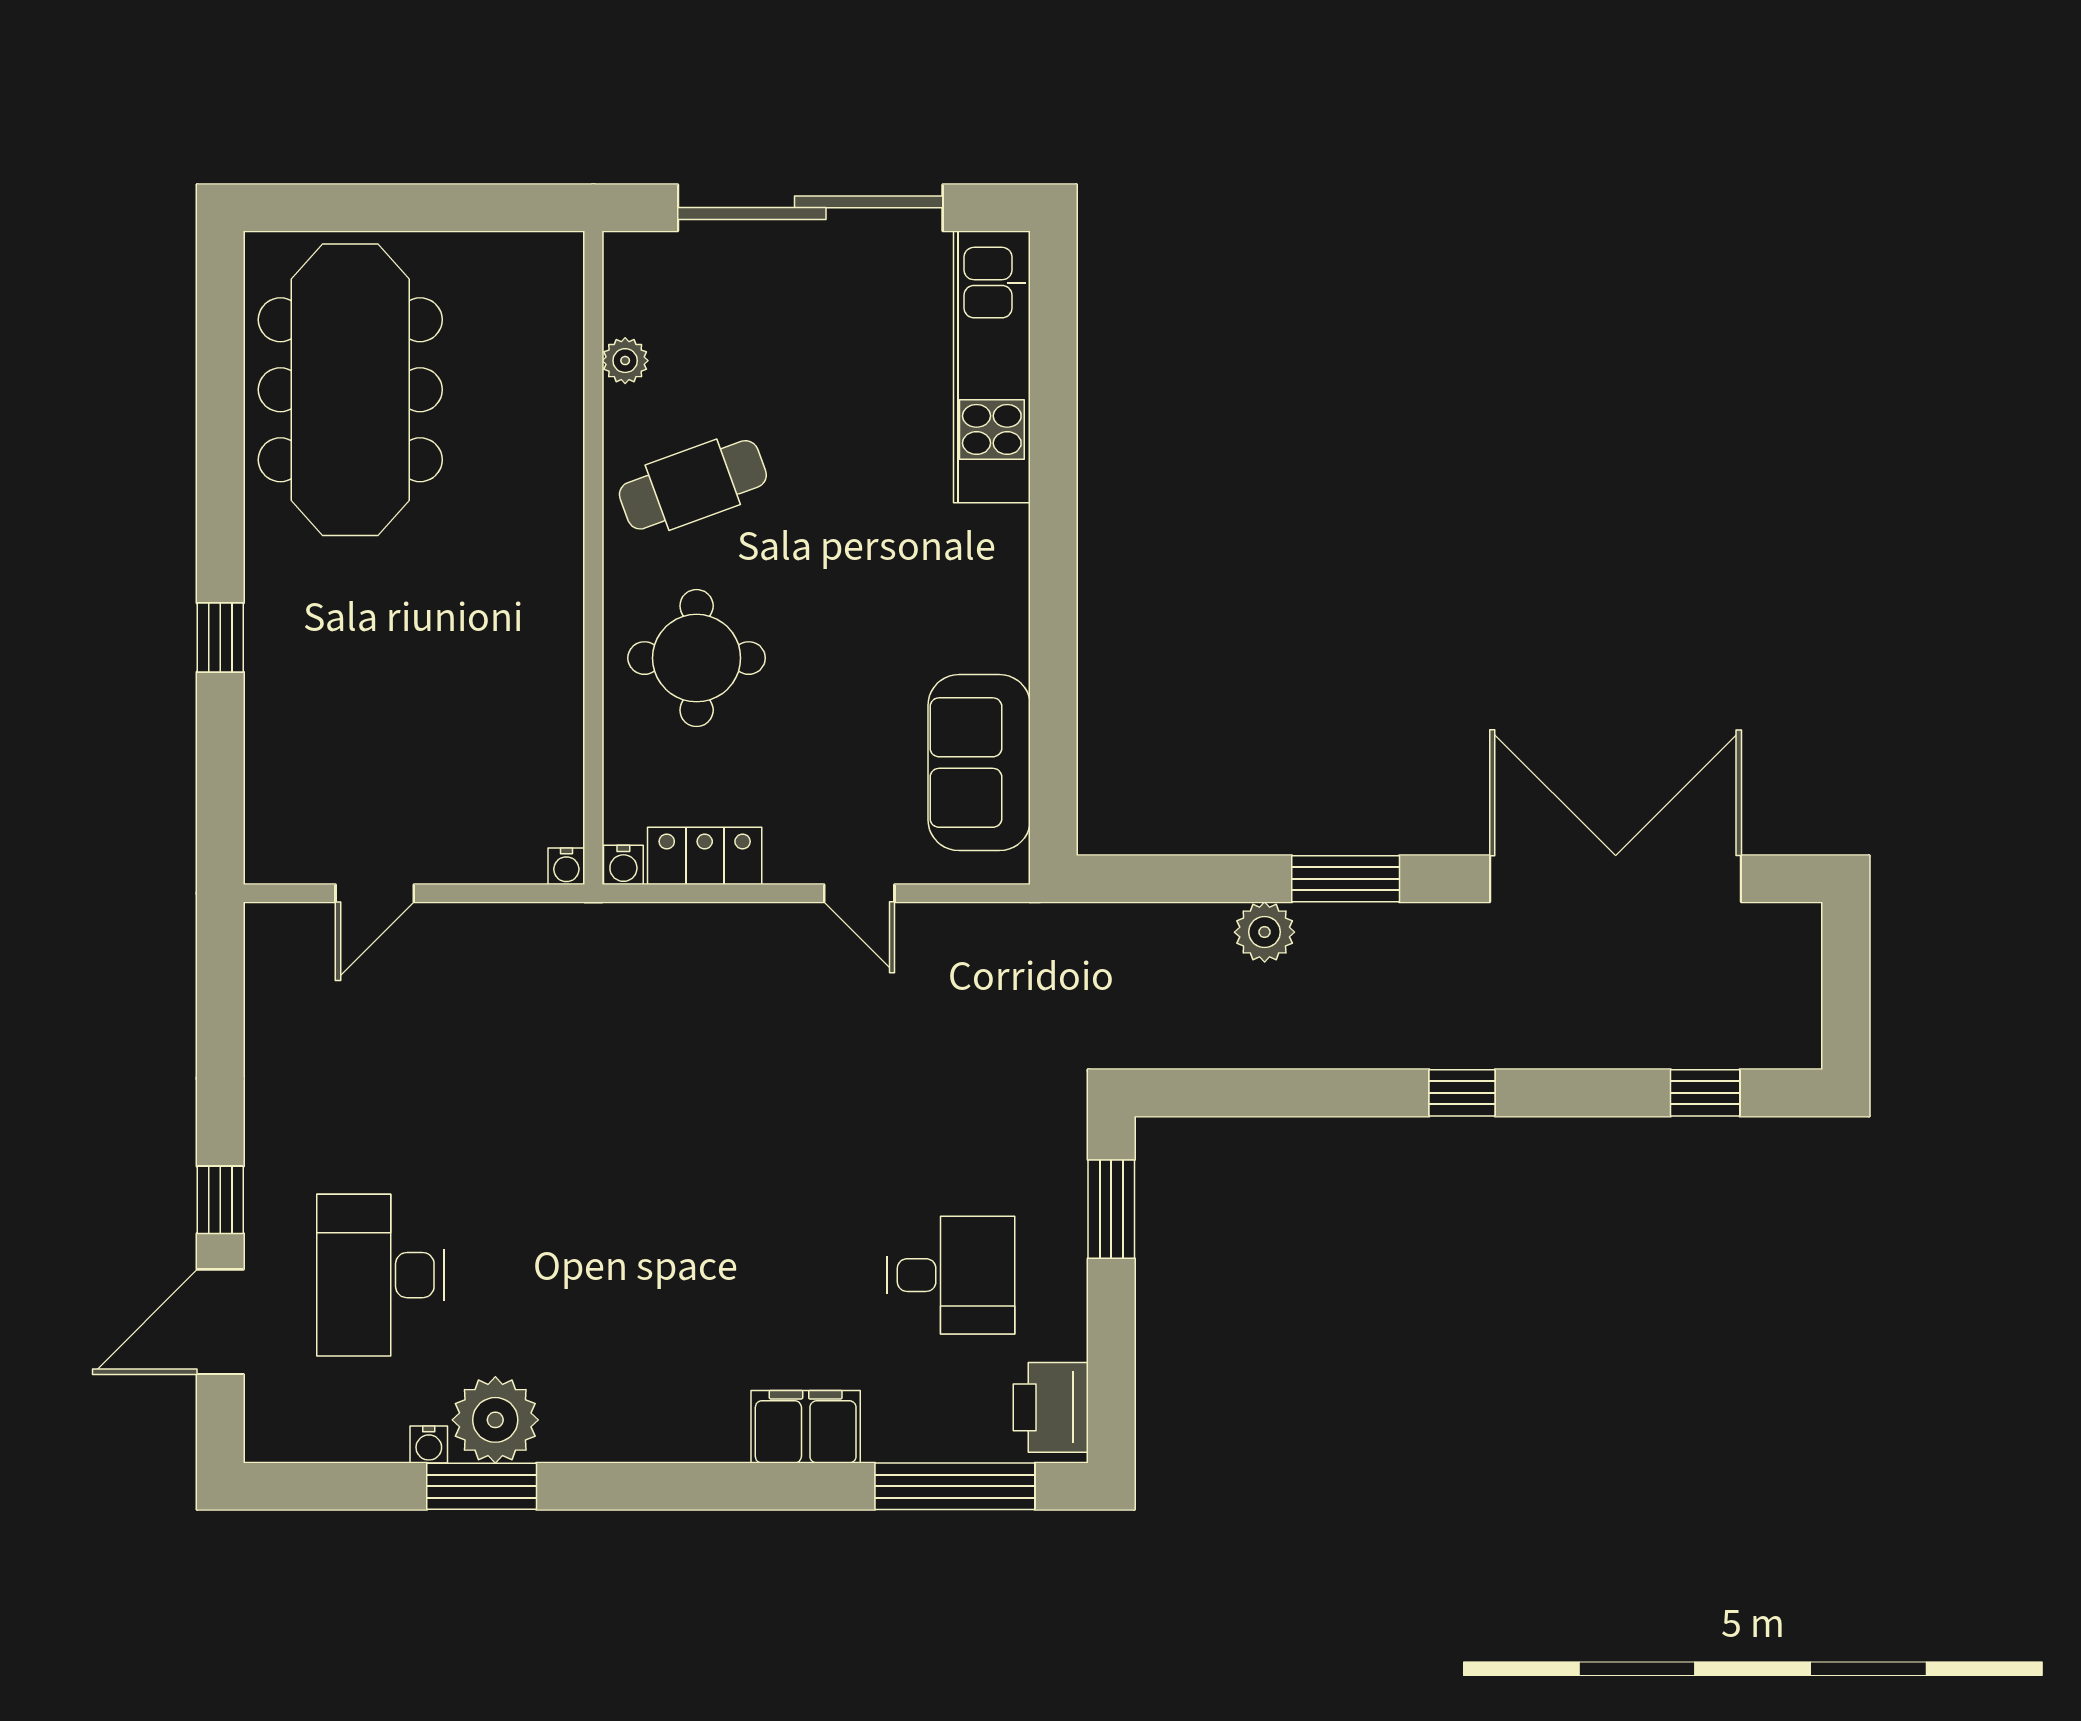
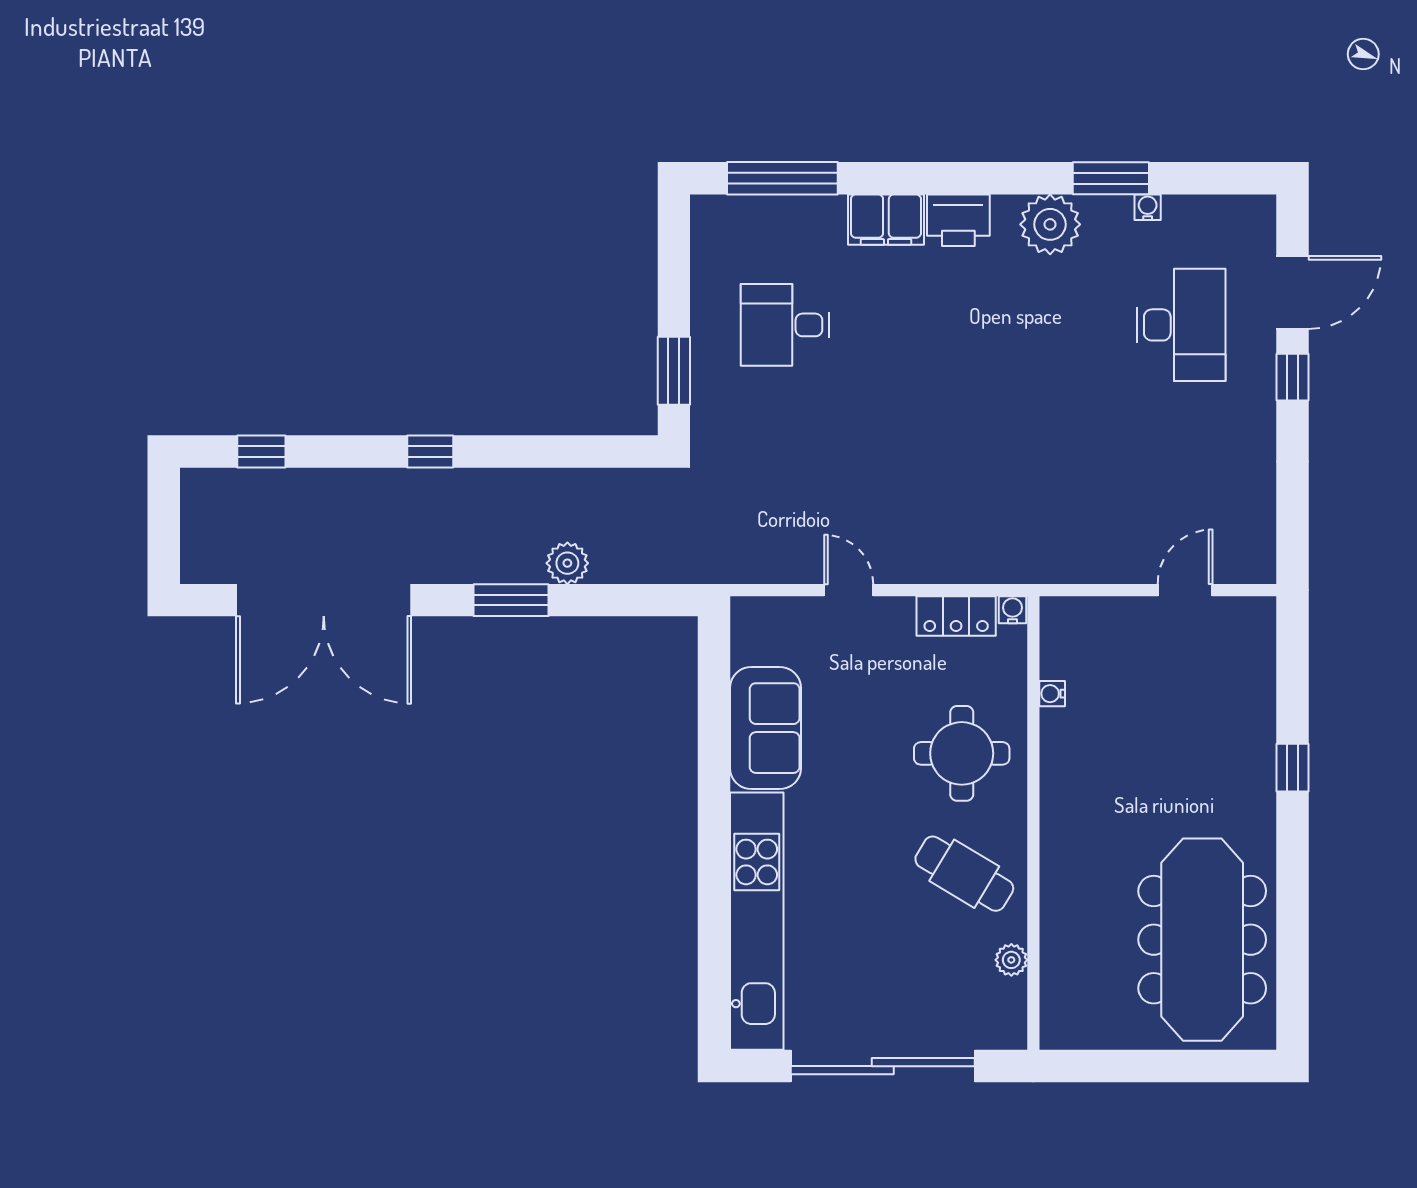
kitchen unit: (992, 367) -> (757, 921), width x1.36
cafe table: (693, 485) -> (964, 874), turned 51
sofa: (979, 763) -> (765, 728), moved
water cooler: (566, 866) -> (1052, 694), moved, turned -90
printer: (1051, 1407) -> (958, 220), moved, turned 90
plant: (495, 1420) -> (1050, 224), moved

